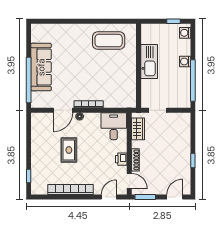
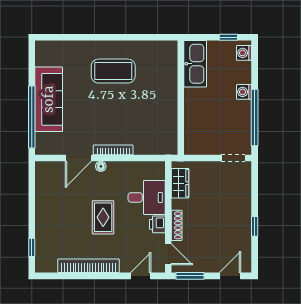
coffee table: (109, 41) -> (113, 71), moved
kitchen sink: (149, 61) -> (195, 64), moved
doorway: (158, 110) -> (233, 158), moved
desk: (114, 126) -> (147, 197), moved, turned 90
rug: (69, 150) -> (103, 217), moved

